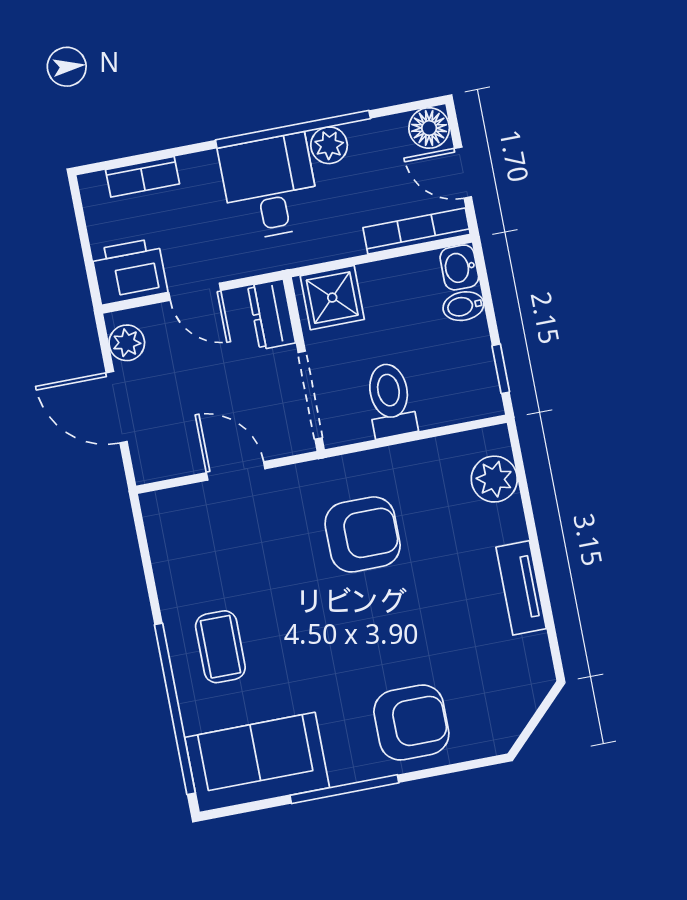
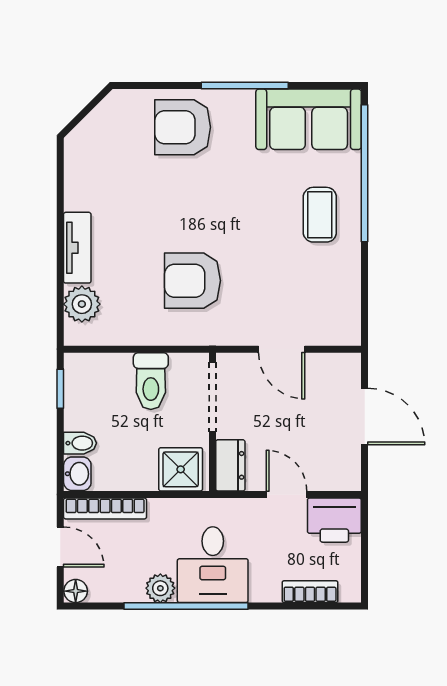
floor lamp: (429, 128) -> (76, 591), width x0.73, depth x0.73
plant: (127, 343) -> (347, 465), removed
tv unit: (521, 588) -> (77, 248), moved

